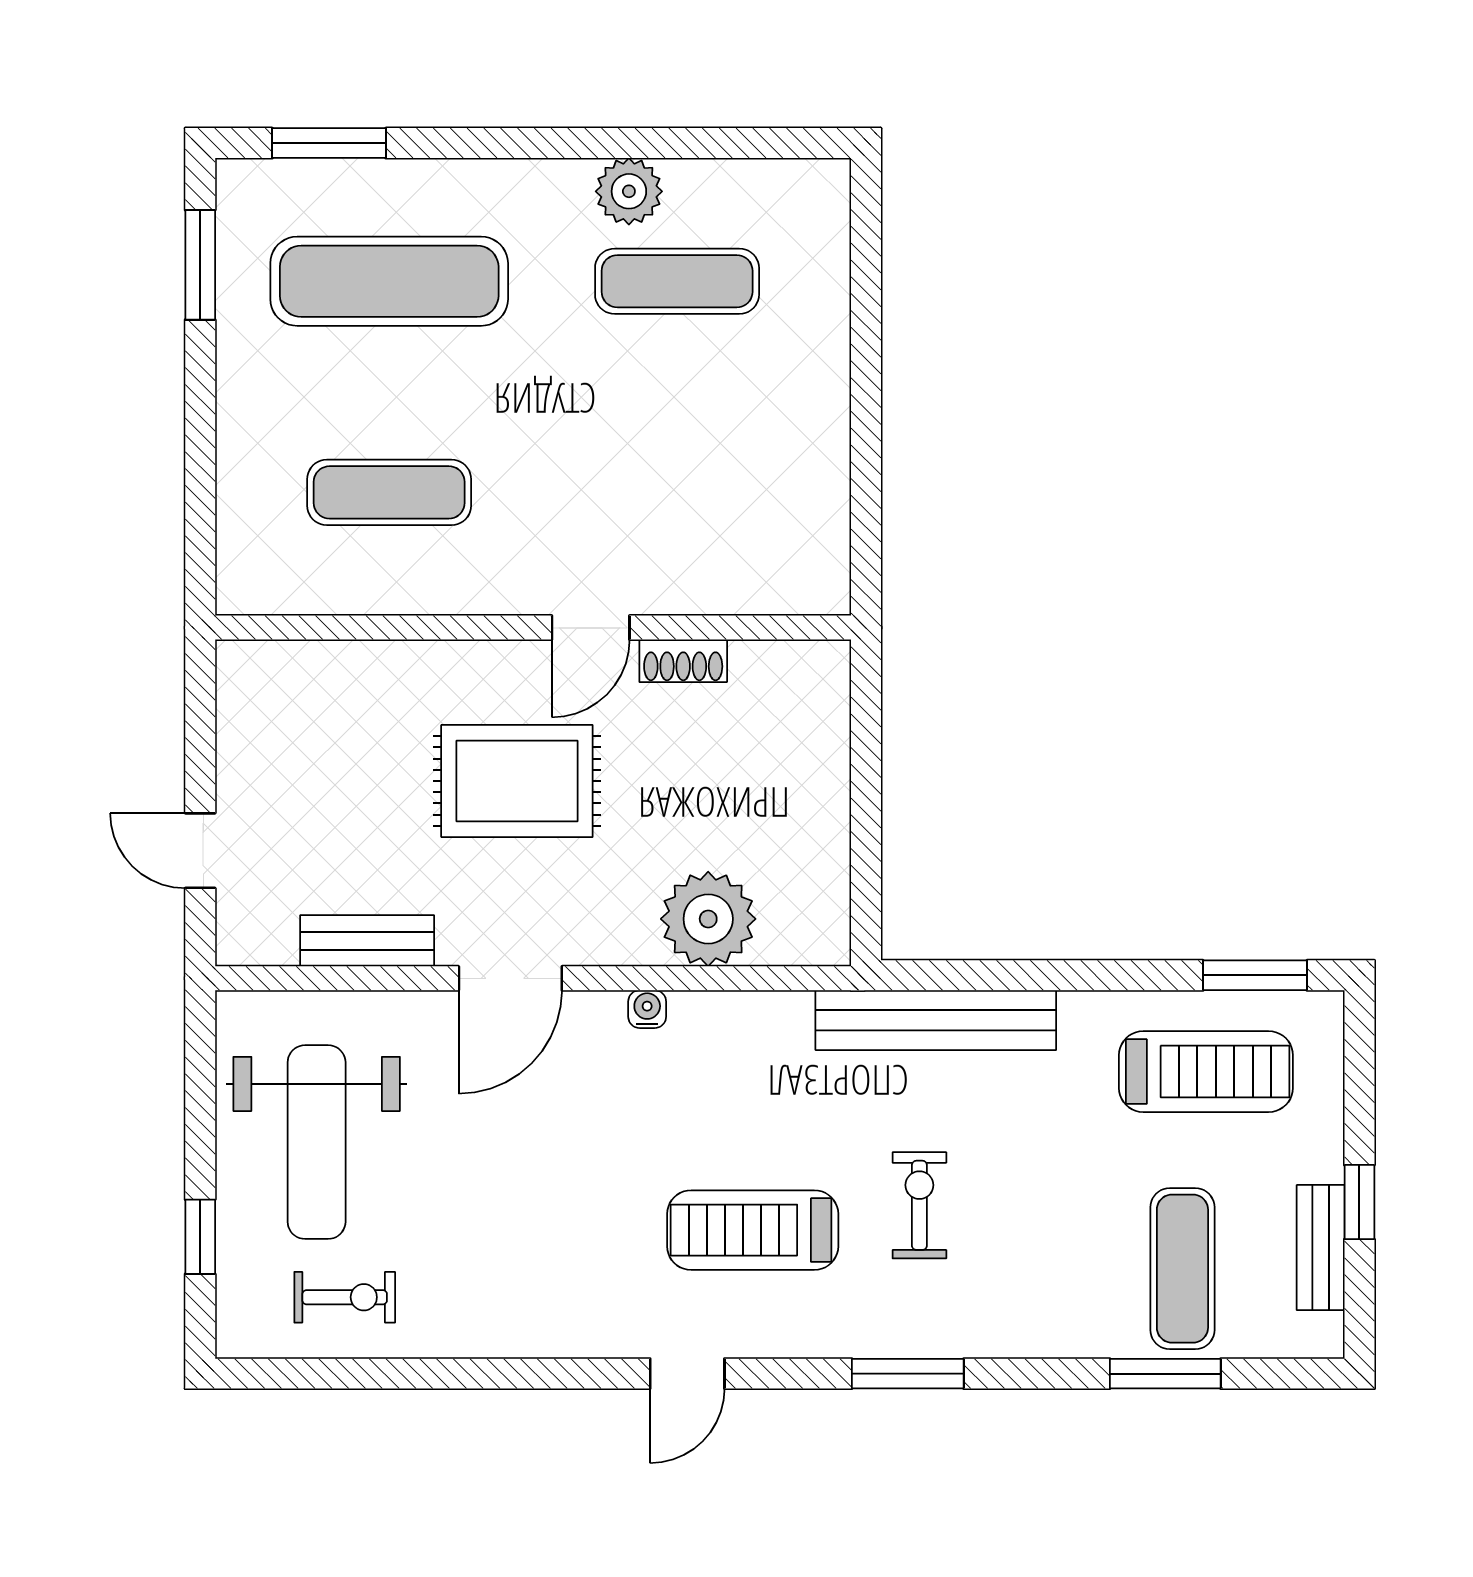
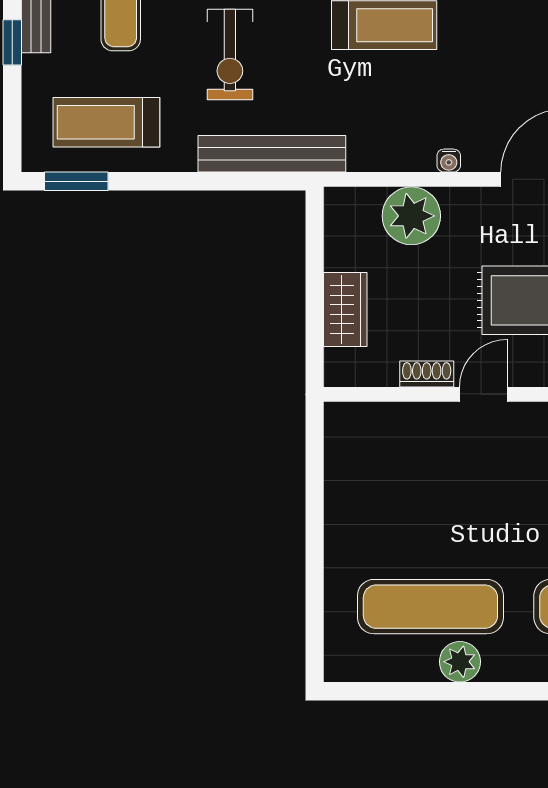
exercise mat: (677, 281) -> (430, 607), width x1.36, depth x1.45
wardrobe: (816, 766) -> (345, 309), added
exercise bike: (919, 1205) -> (230, 55), moved, width x1.38, depth x1.39

